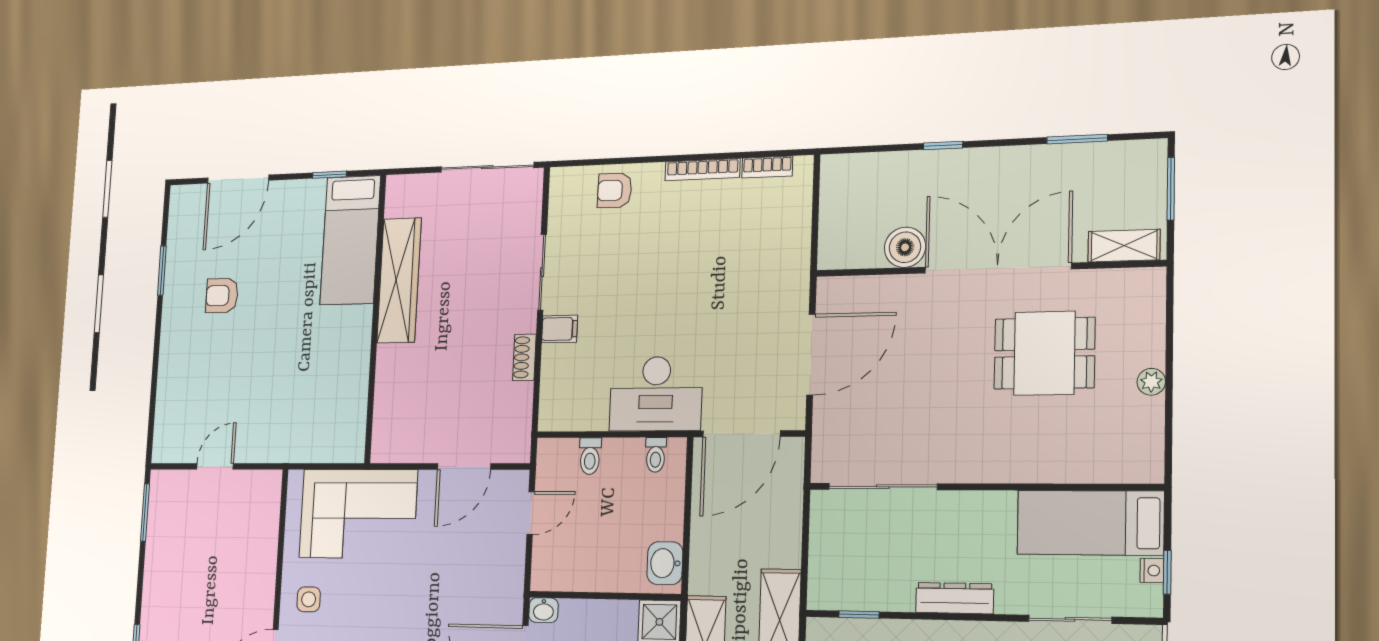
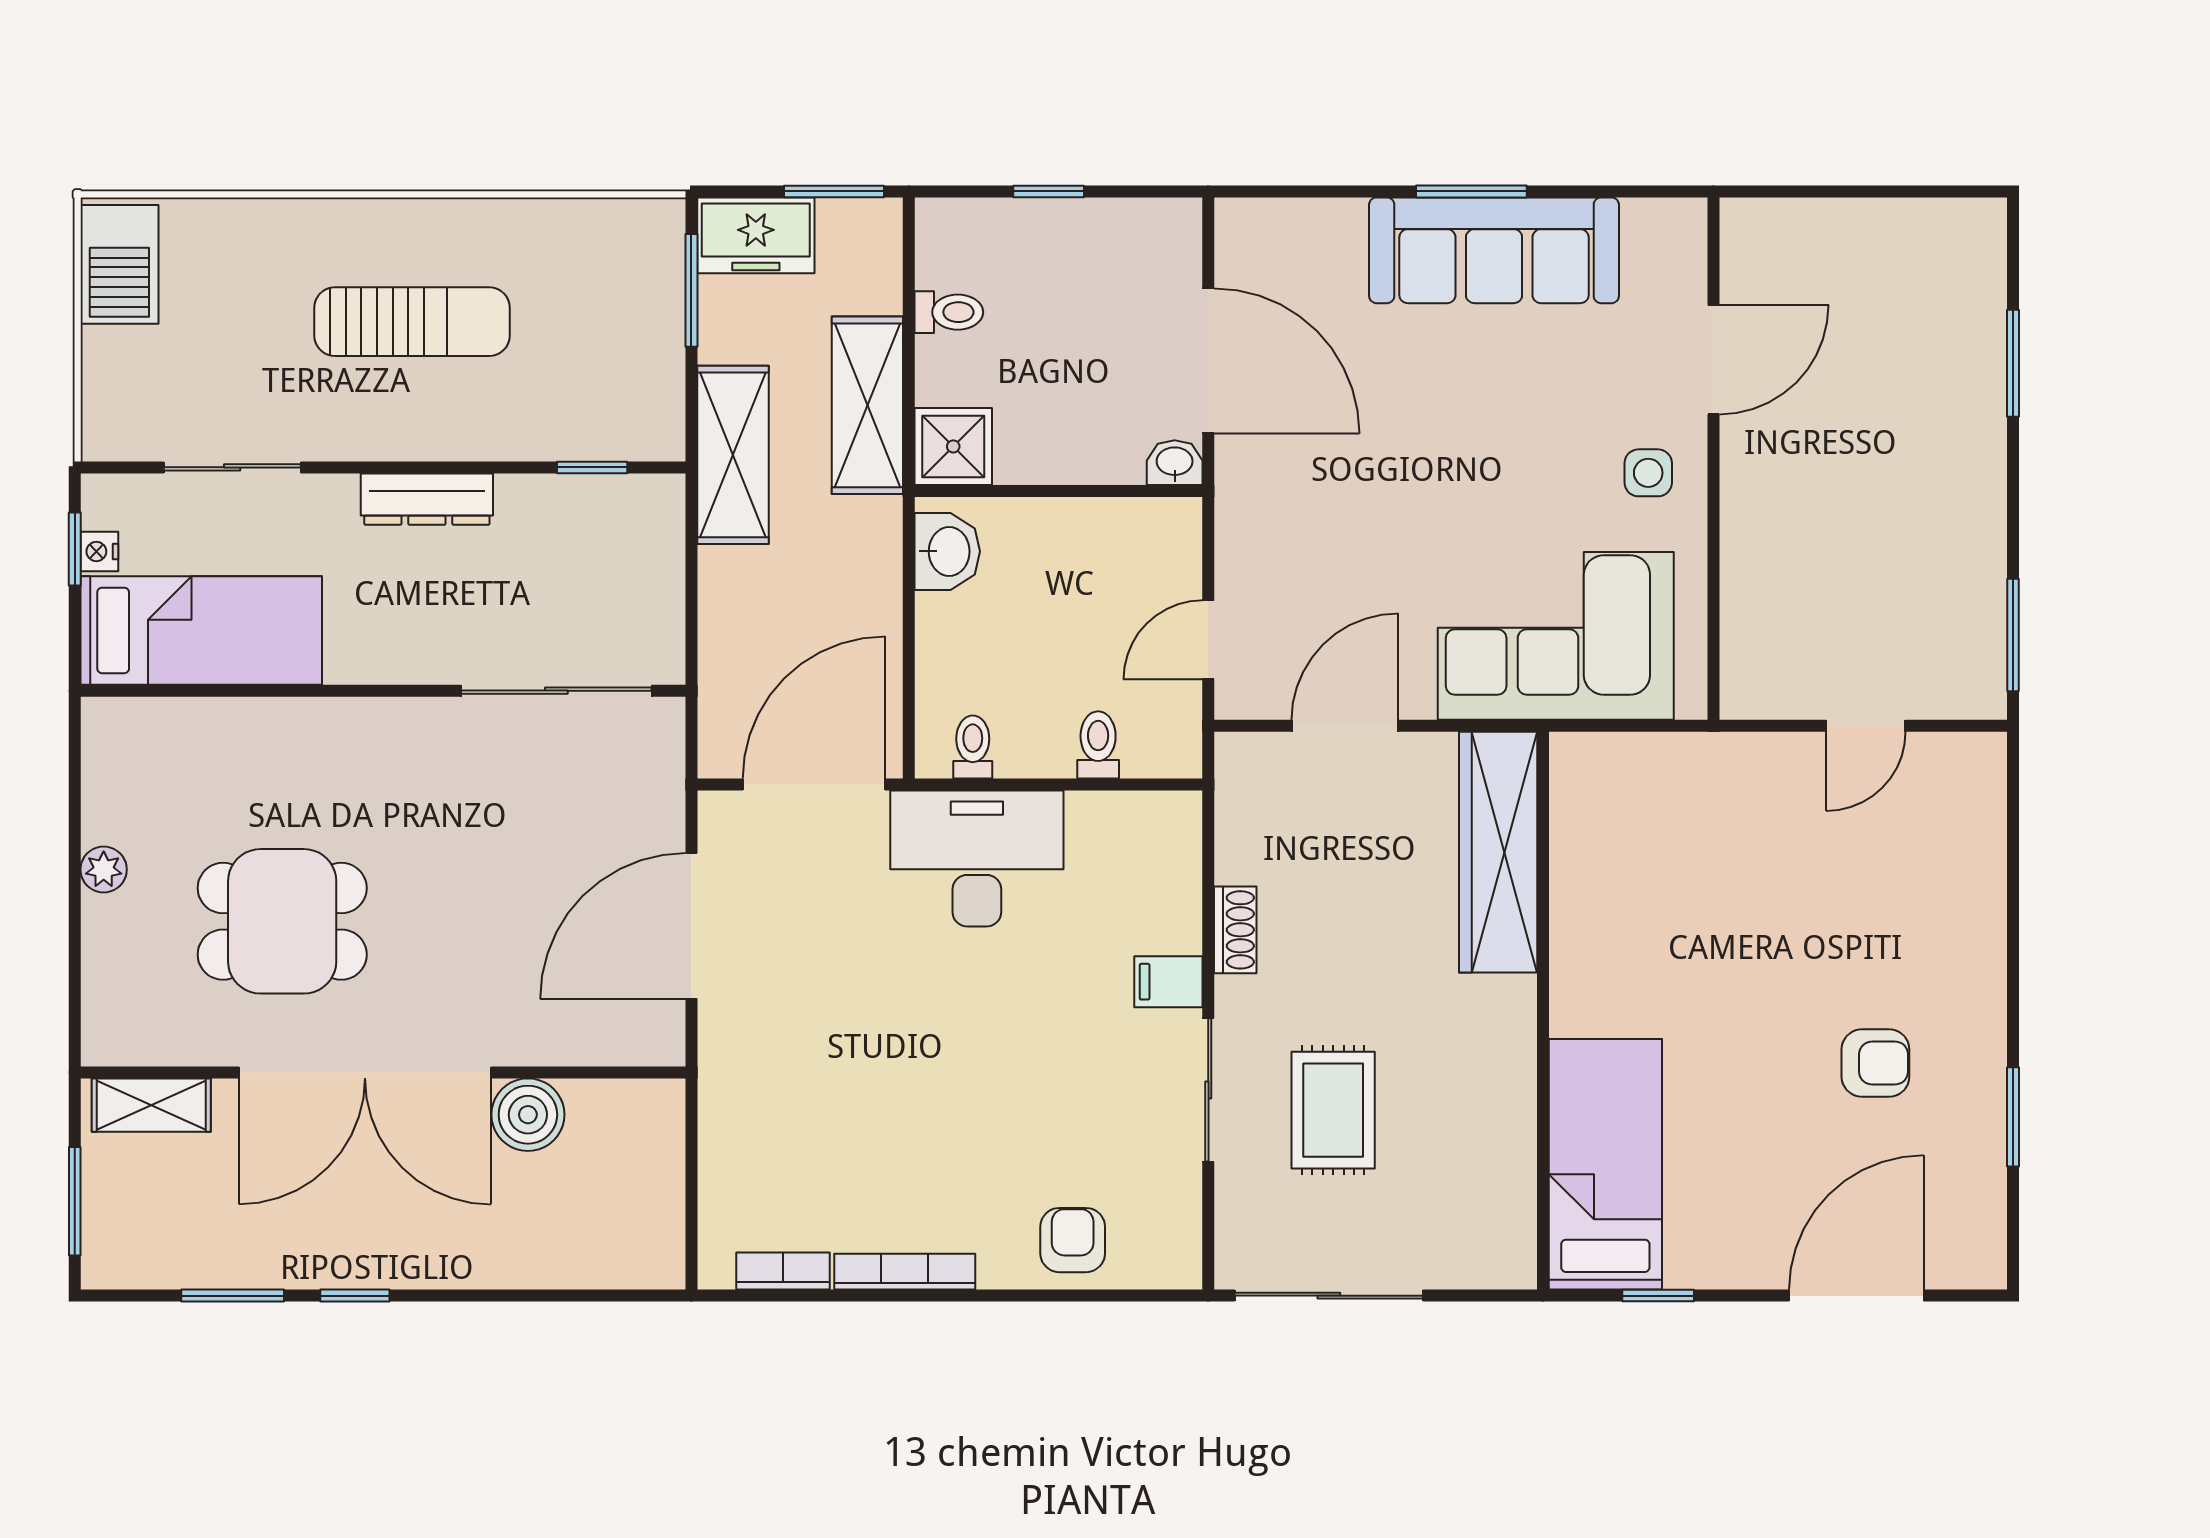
window: (943, 145) -> (355, 1296), moved
armchair: (615, 190) -> (1073, 1240), turned -91
rug: (480, 264) -> (1333, 1110), added
wardrobe: (399, 280) -> (1498, 852), moved

